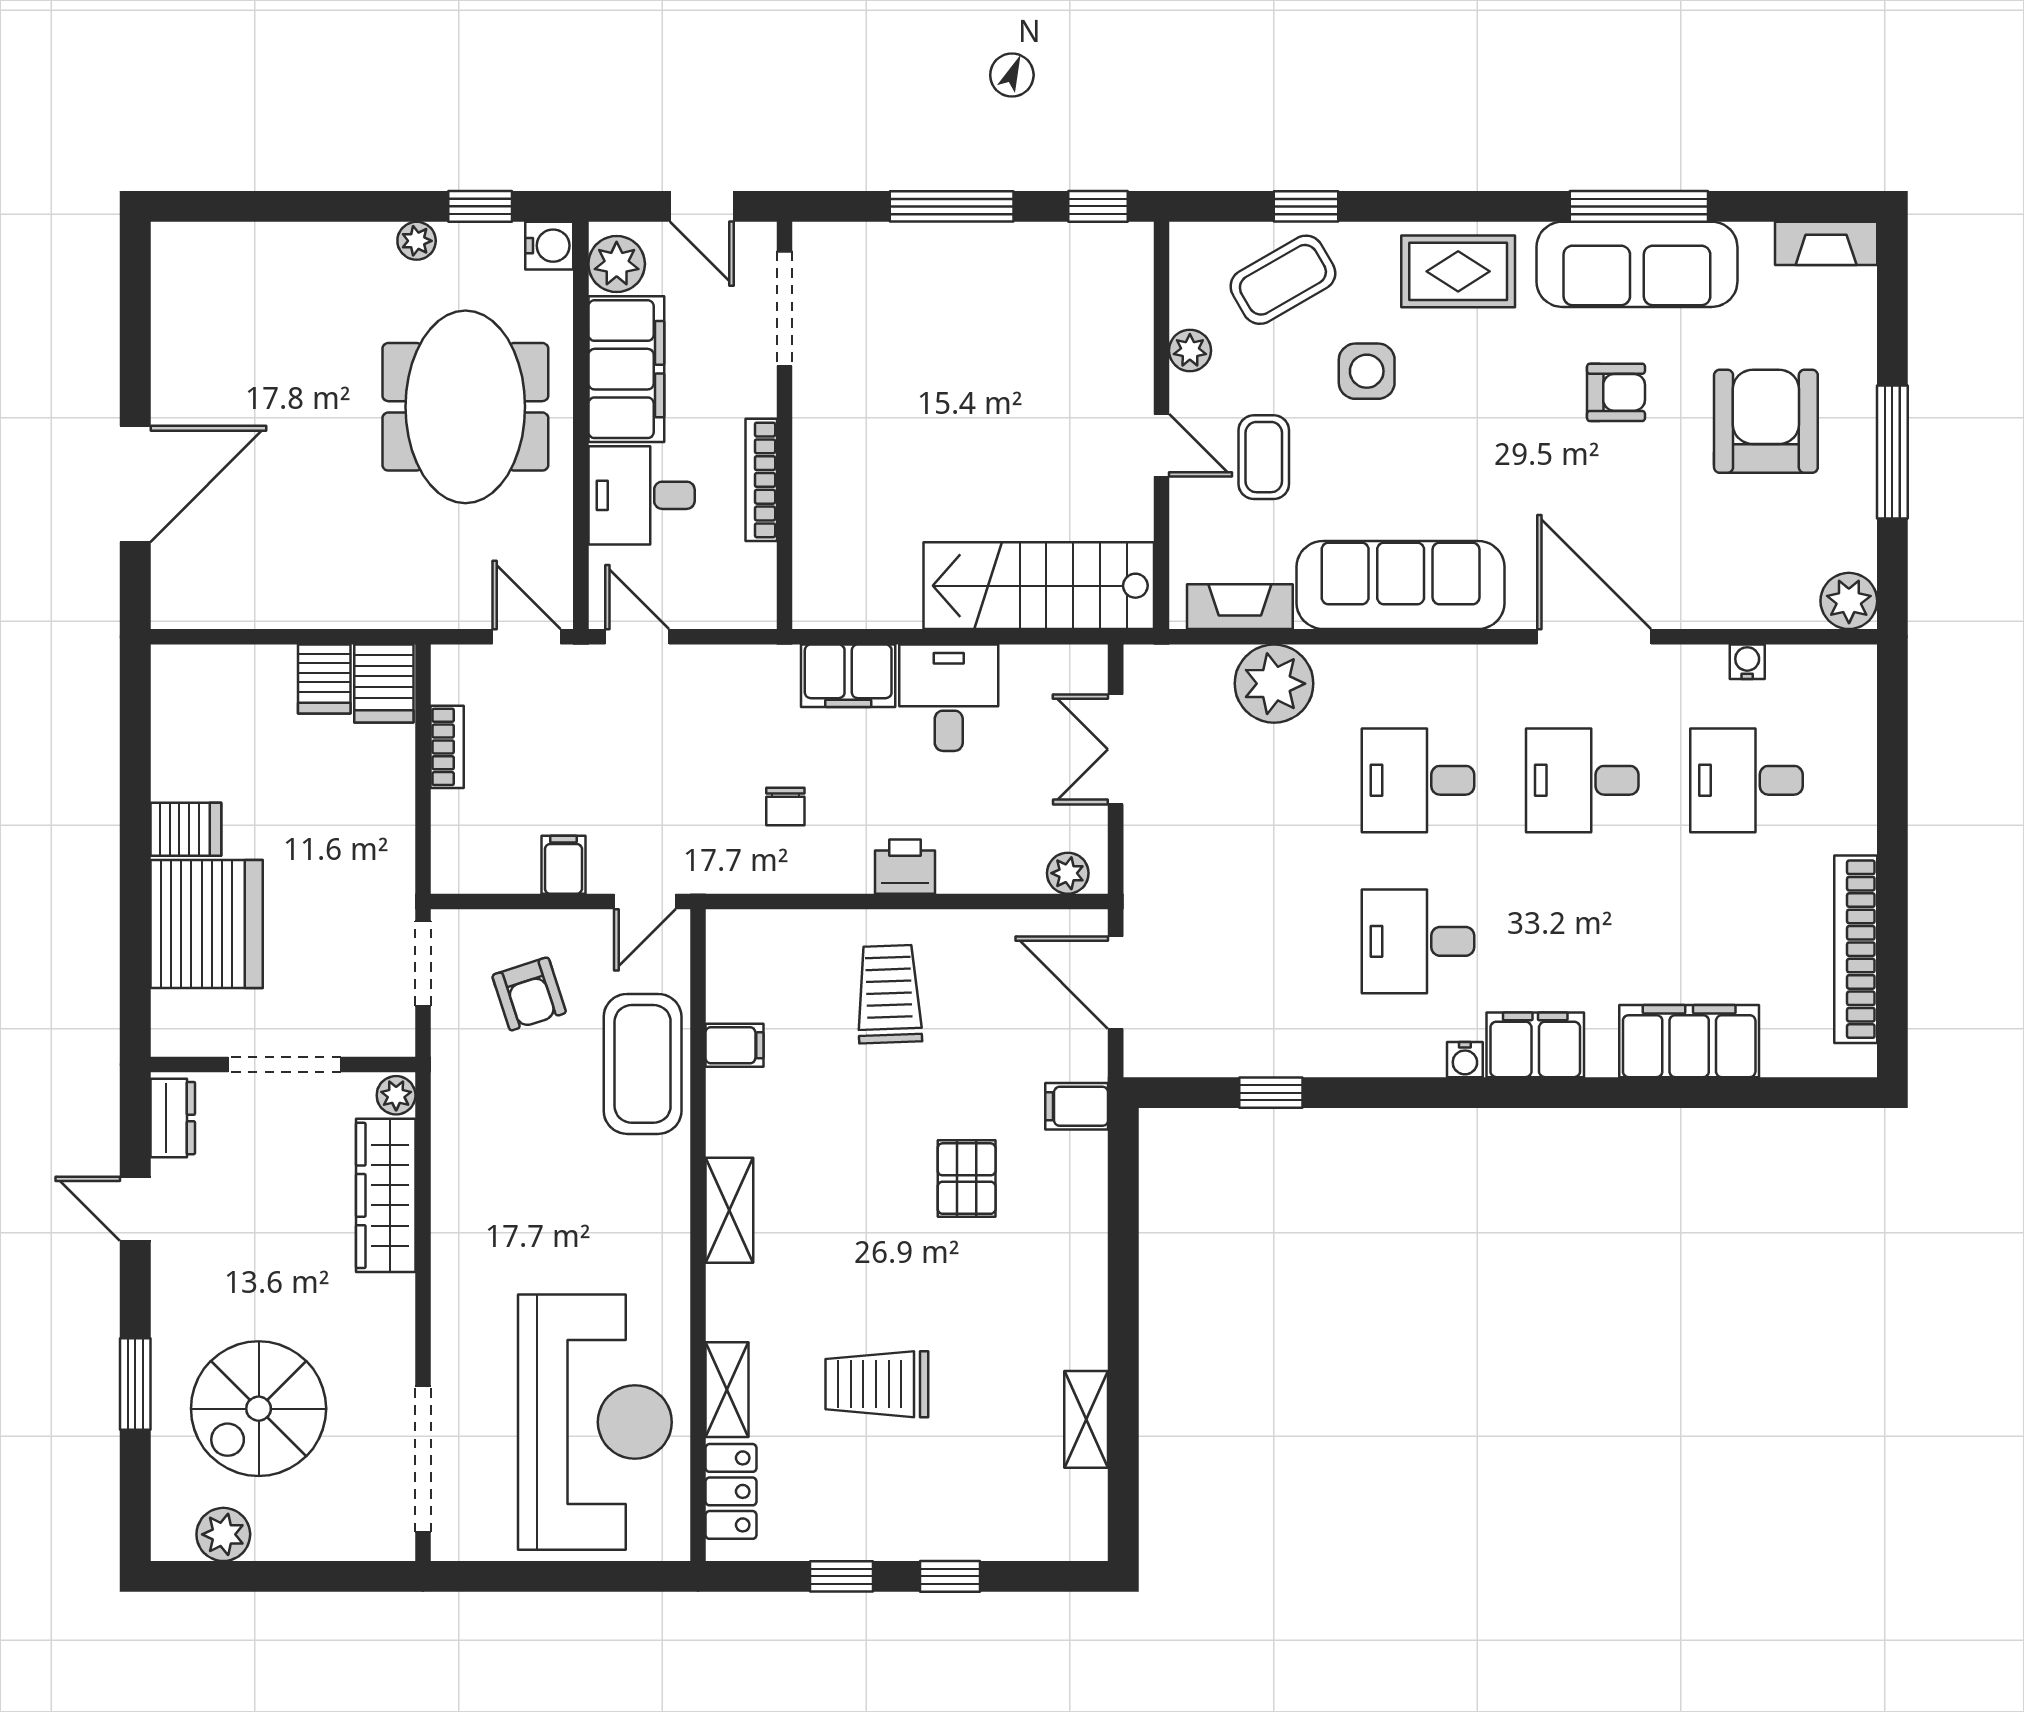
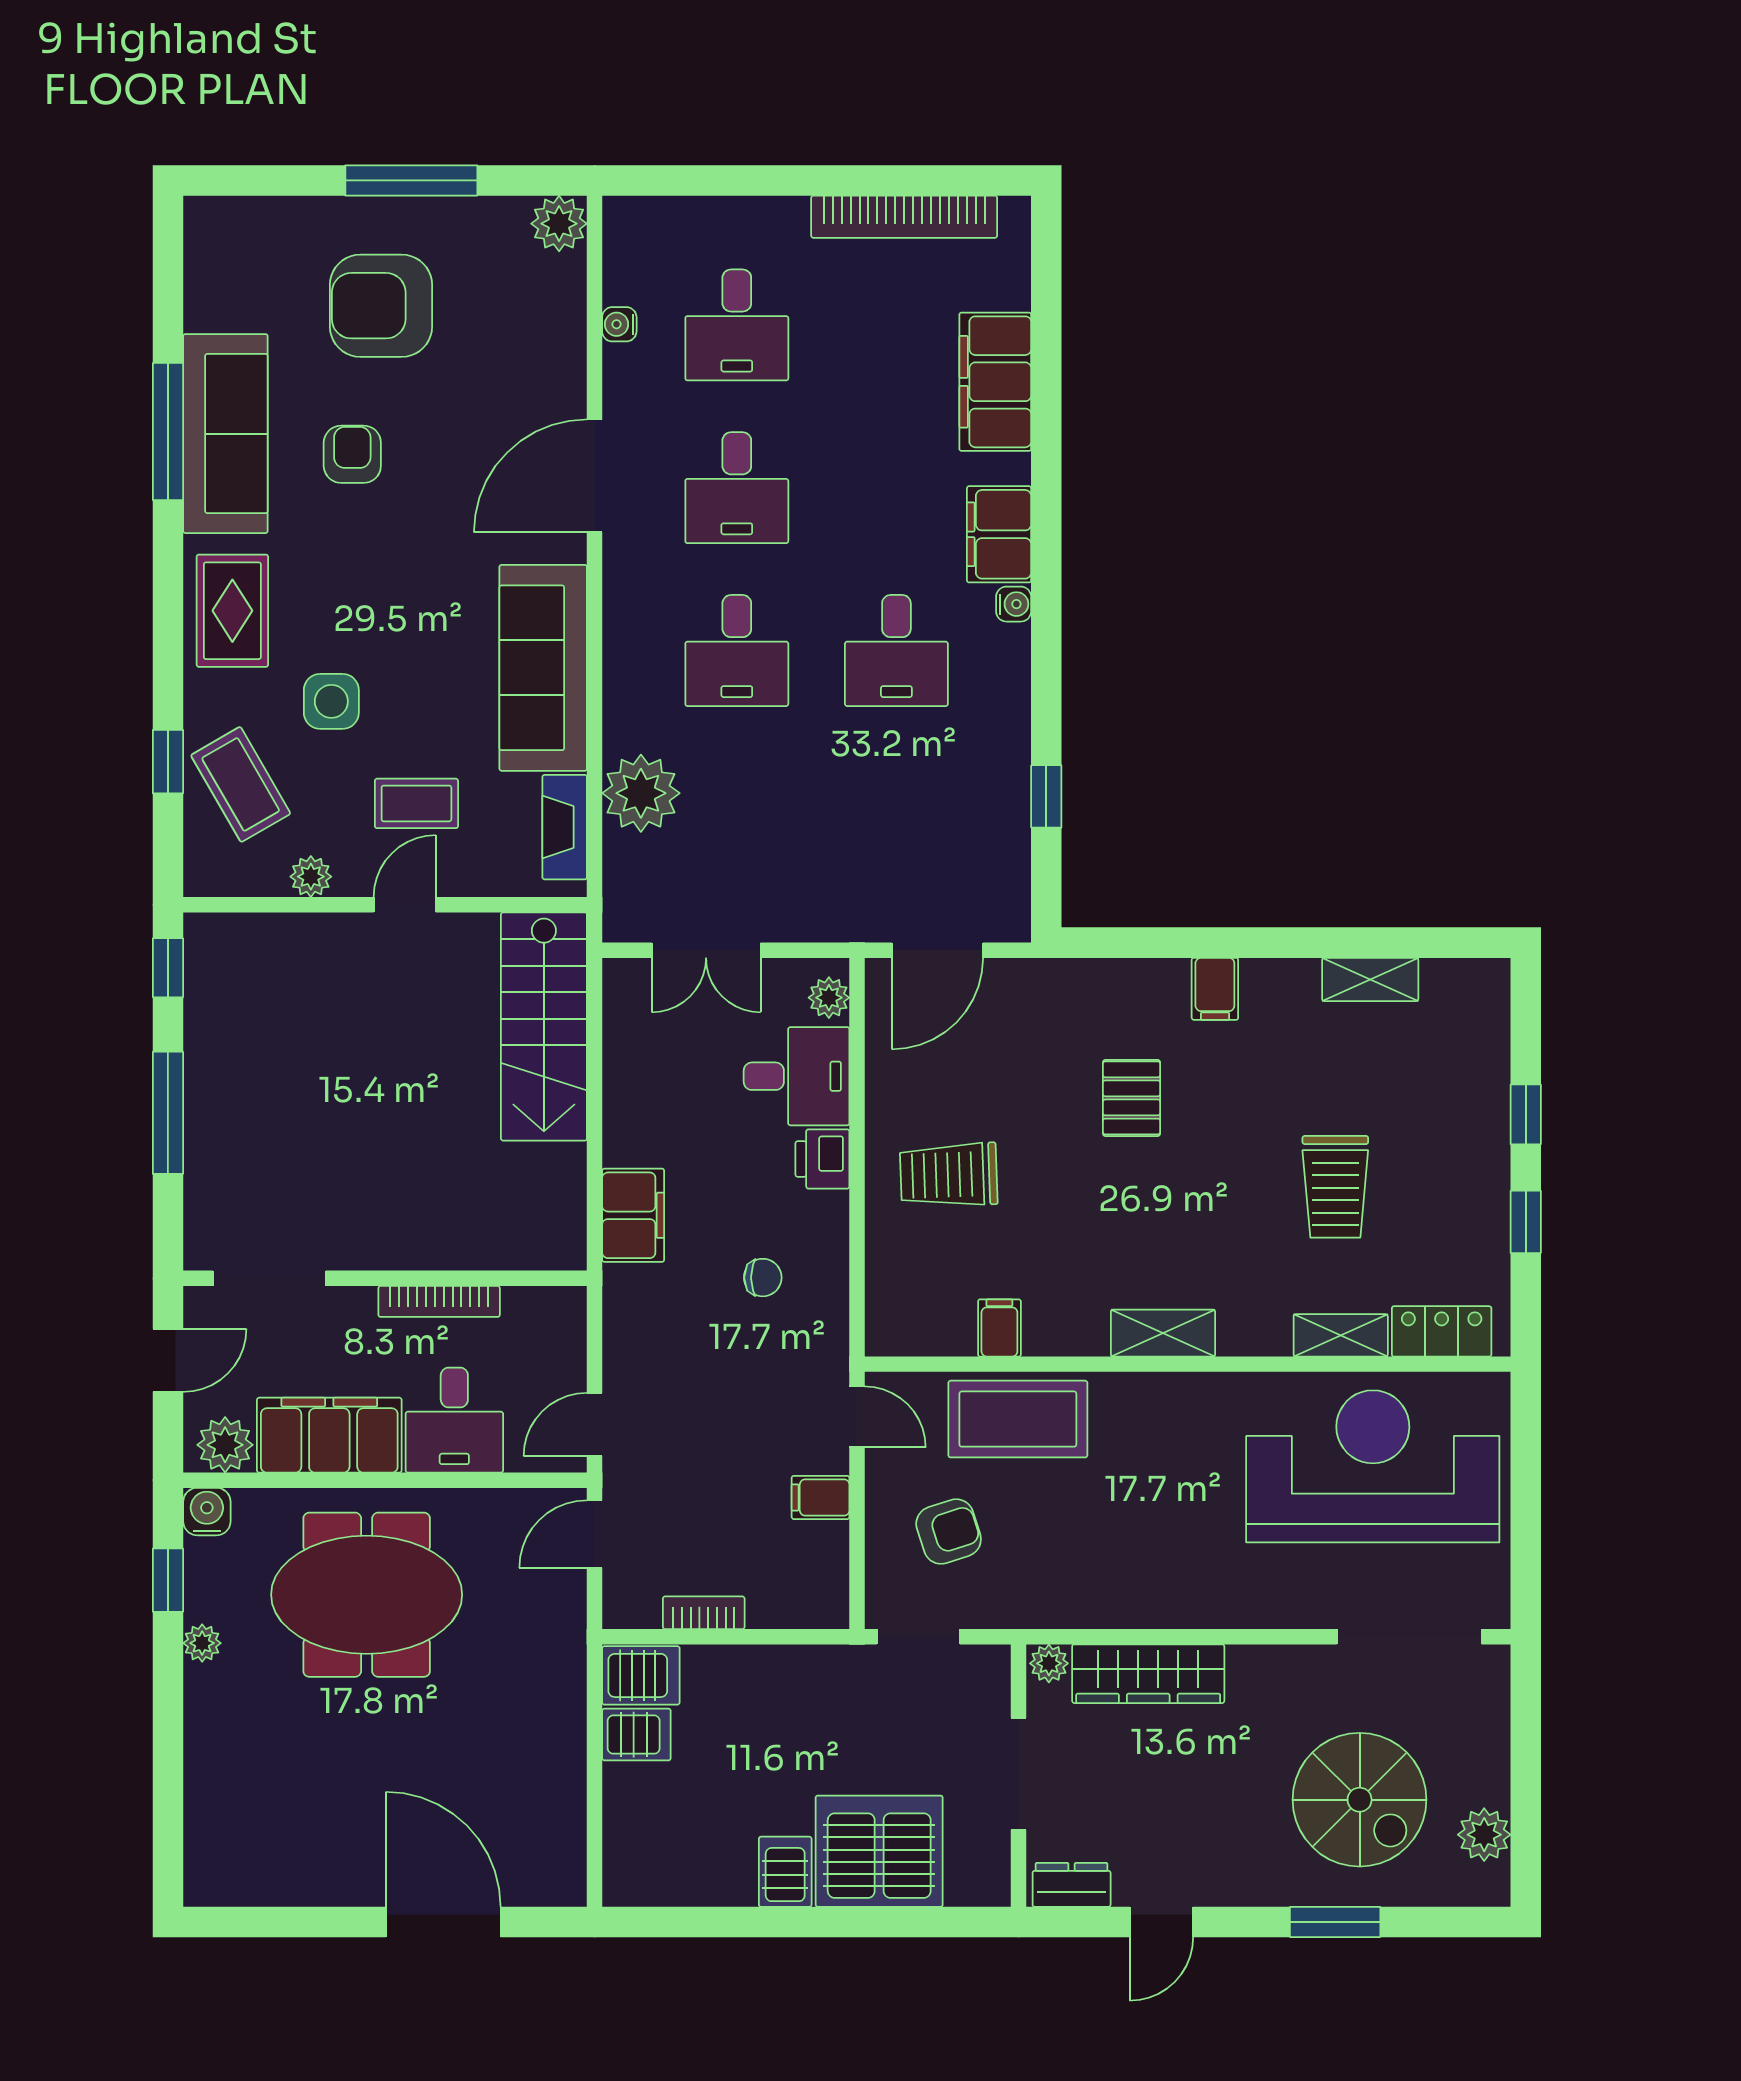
fireplace: (1826, 243) -> (205, 246), removed
desk: (949, 698) -> (797, 1076), moved, turned 180
filing cabinet: (1077, 1106) -> (1215, 989), moved
pallet: (967, 1179) -> (1132, 1098), turned 90

